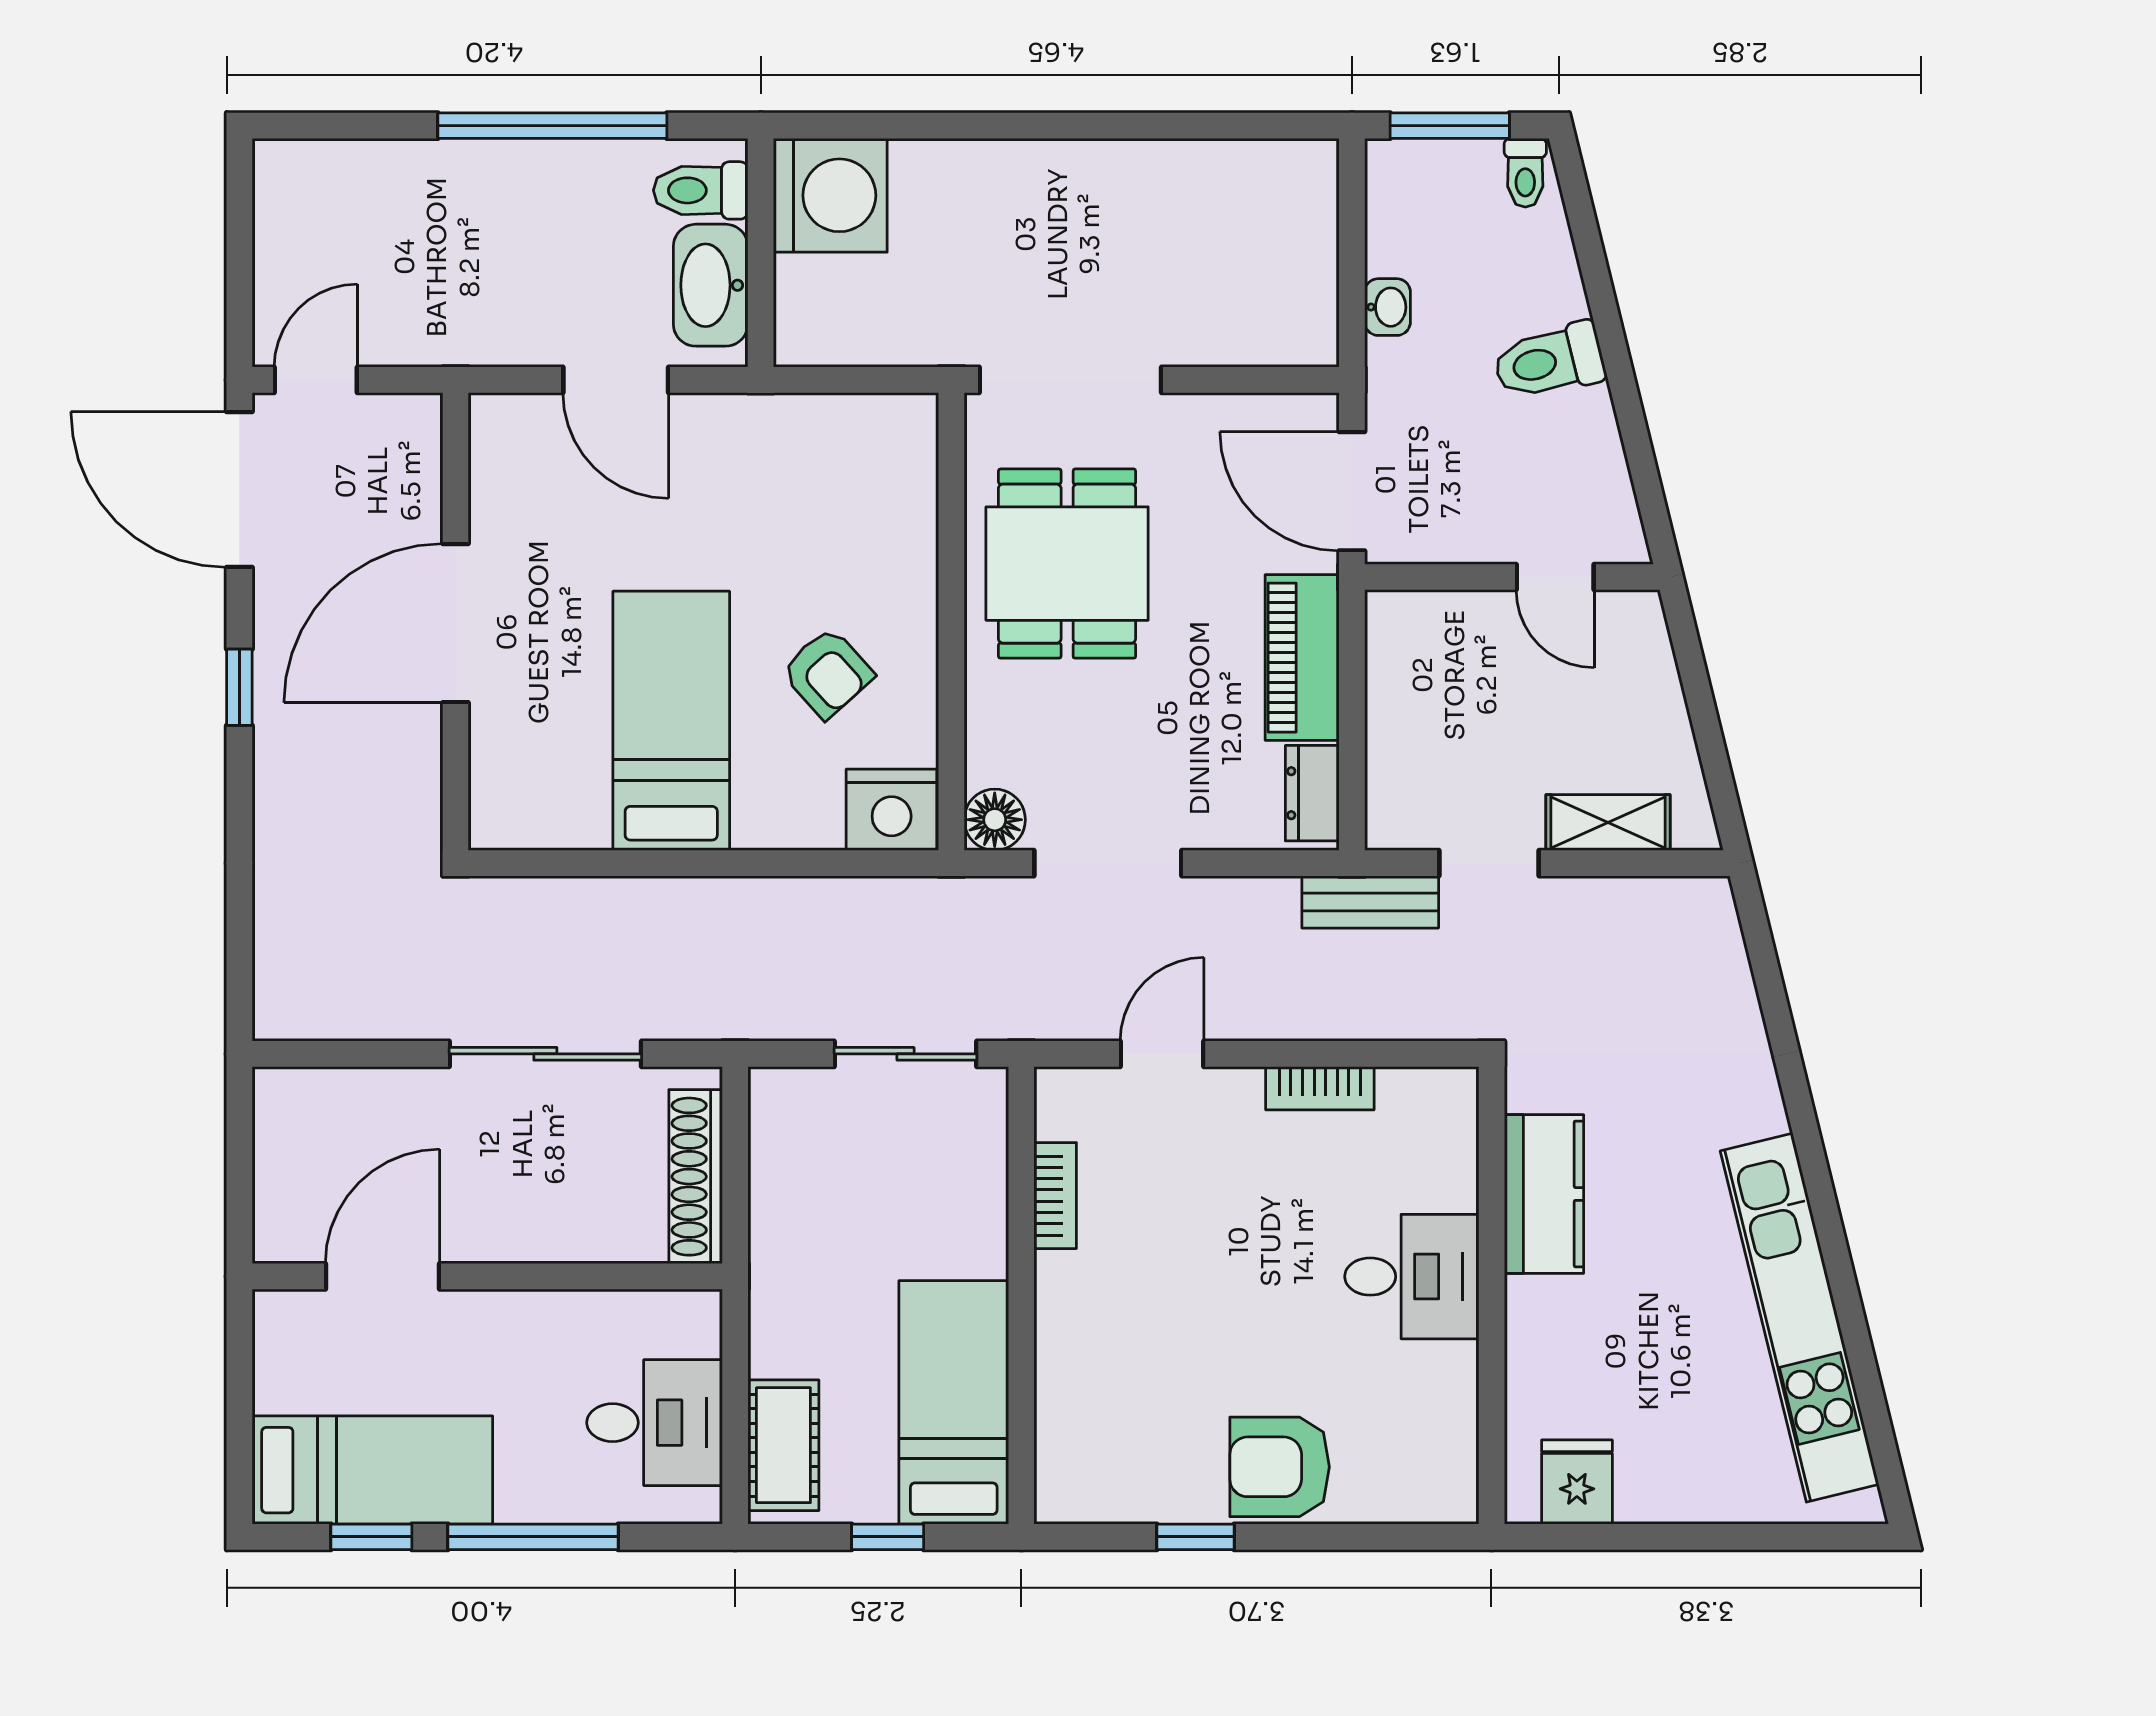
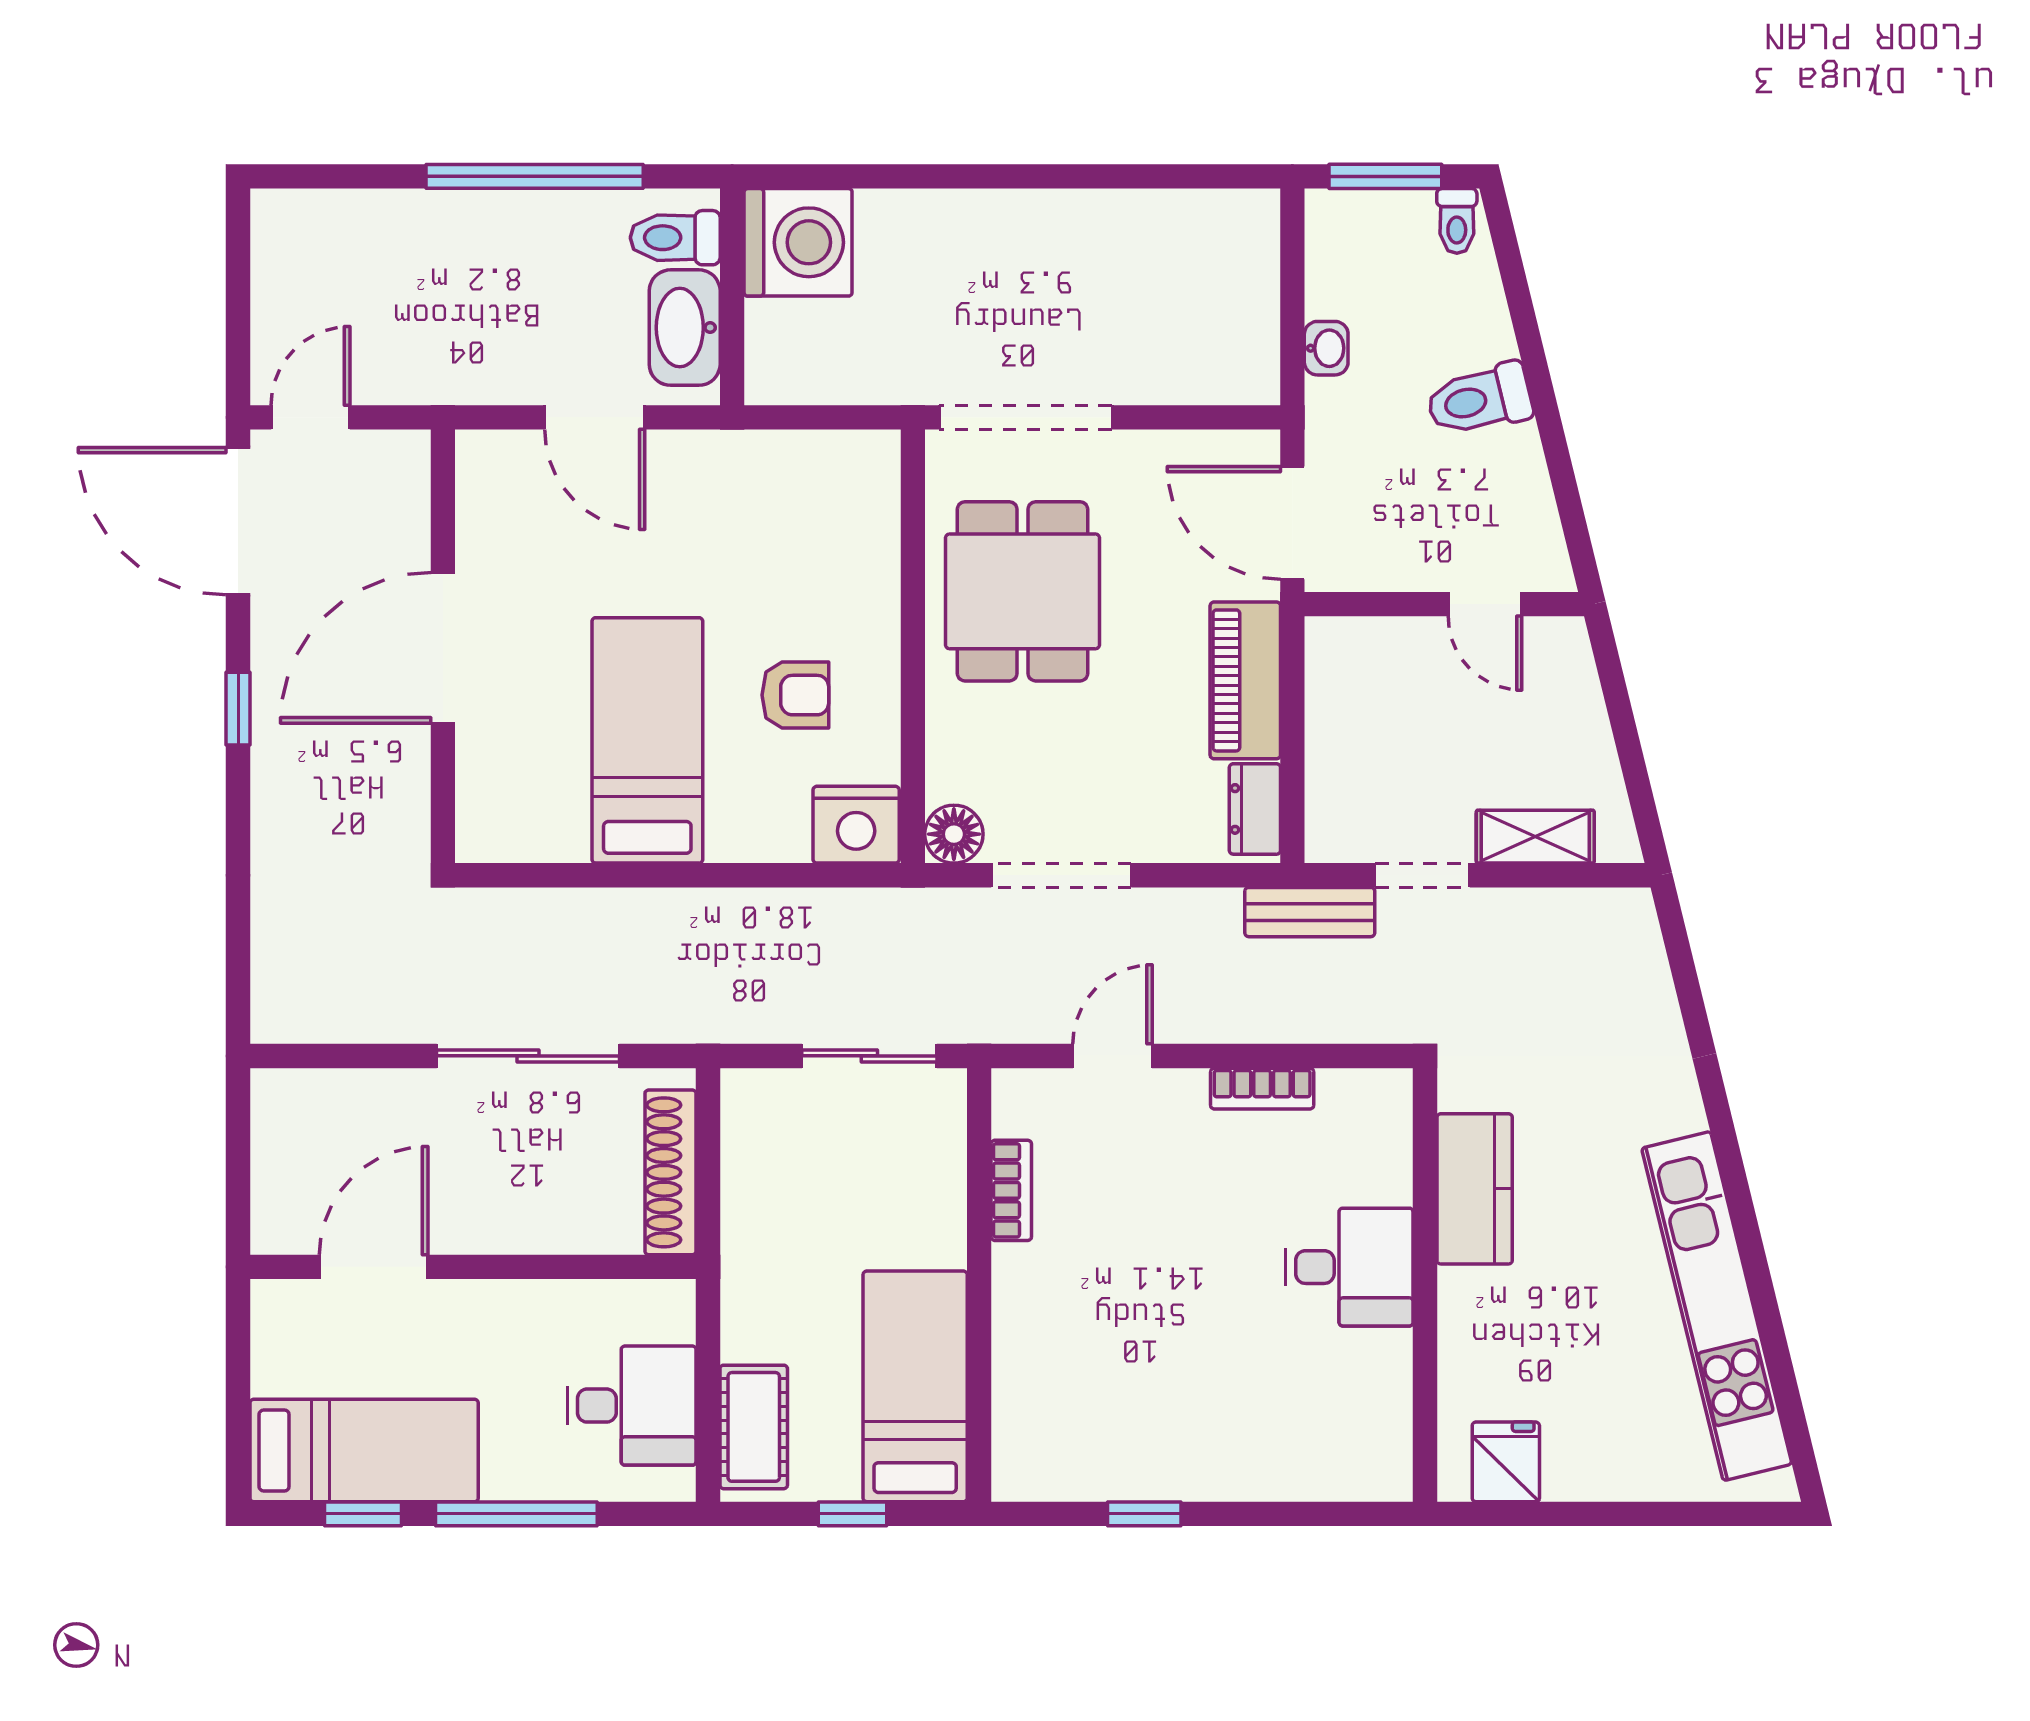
armchair: (827, 673) -> (795, 695), turned -48
armchair: (1280, 1467) -> (1224, 1447), removed

